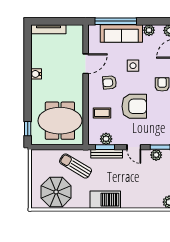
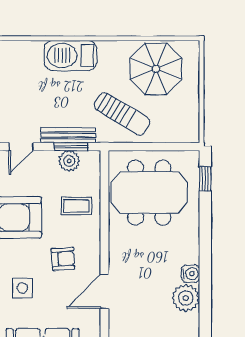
plant: (39, 60) -> (186, 298), added
door: (134, 147) -> (21, 147), swing flipped

